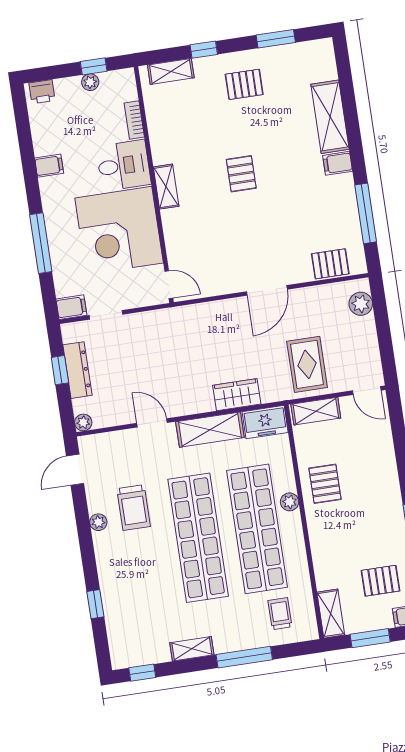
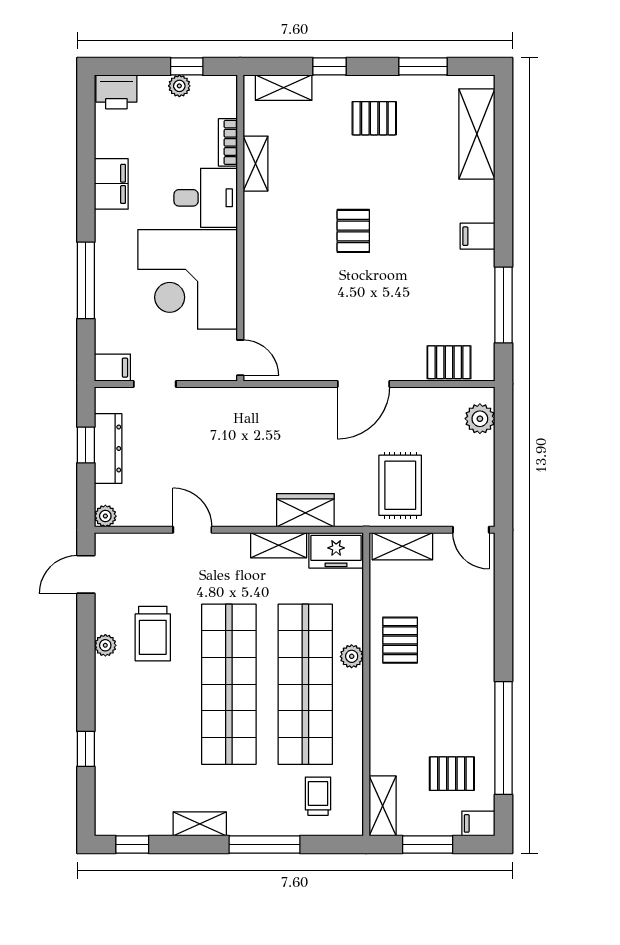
printer: (42, 92) -> (116, 92), width x1.36, depth x1.24
shelving: (330, 117) -> (477, 134), moved
filing cabinet: (49, 166) -> (111, 184), width x2.00
shelving: (166, 187) -> (256, 164), moved
shelving: (210, 430) -> (279, 545), width x0.67, depth x0.75

